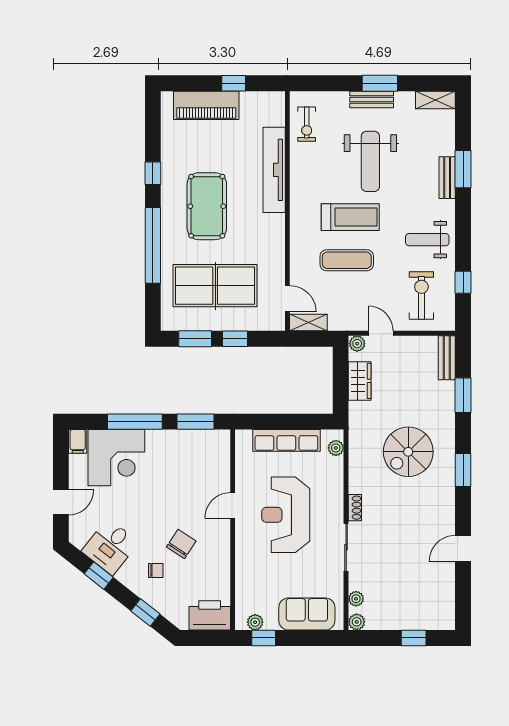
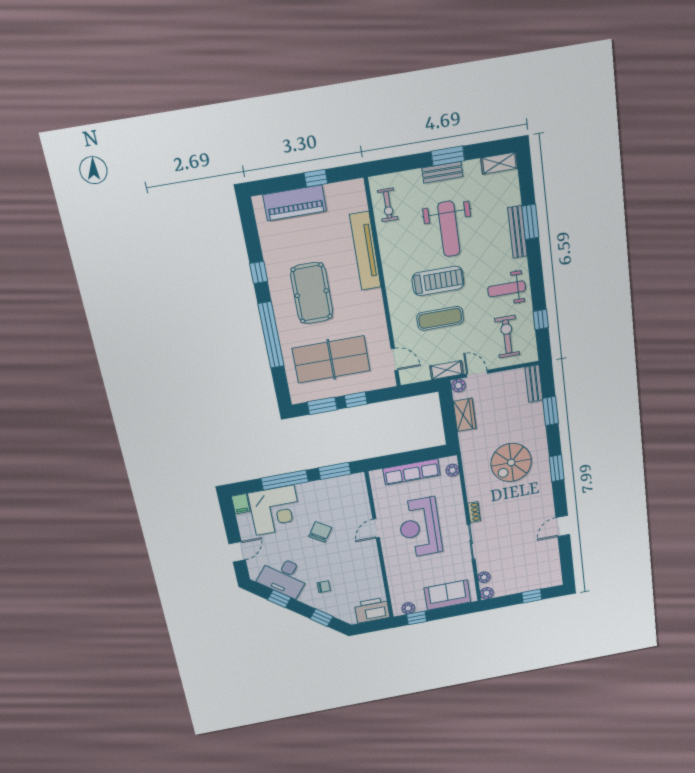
bench: (447, 178) -> (518, 232), width x1.36
shelving: (308, 322) -> (447, 370), moved
chair: (181, 544) -> (320, 532), moved
desk: (110, 547) -> (284, 577), width x1.37

